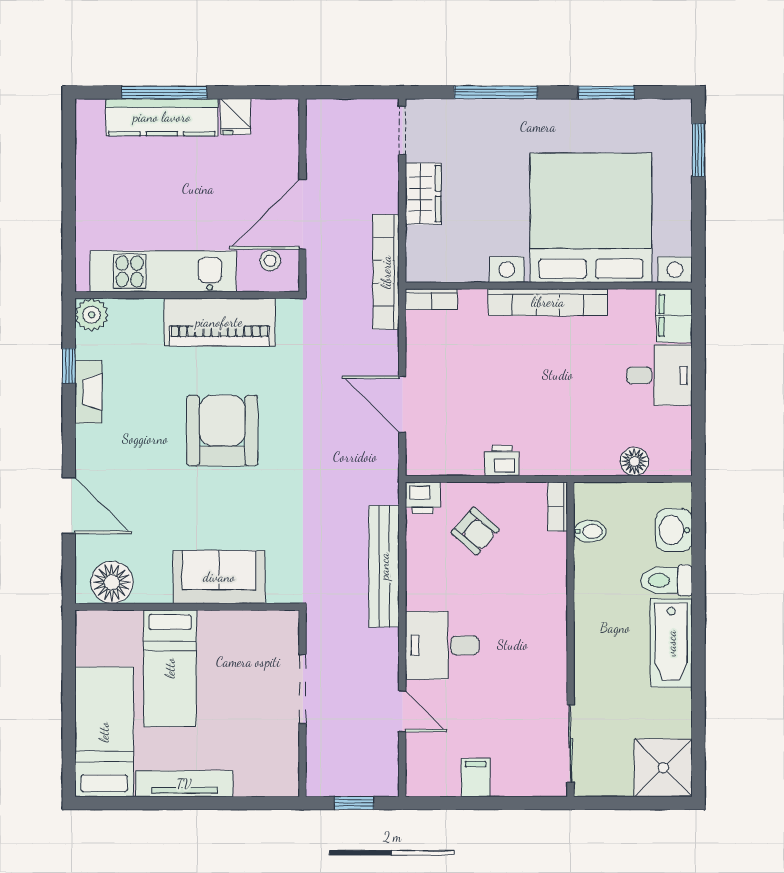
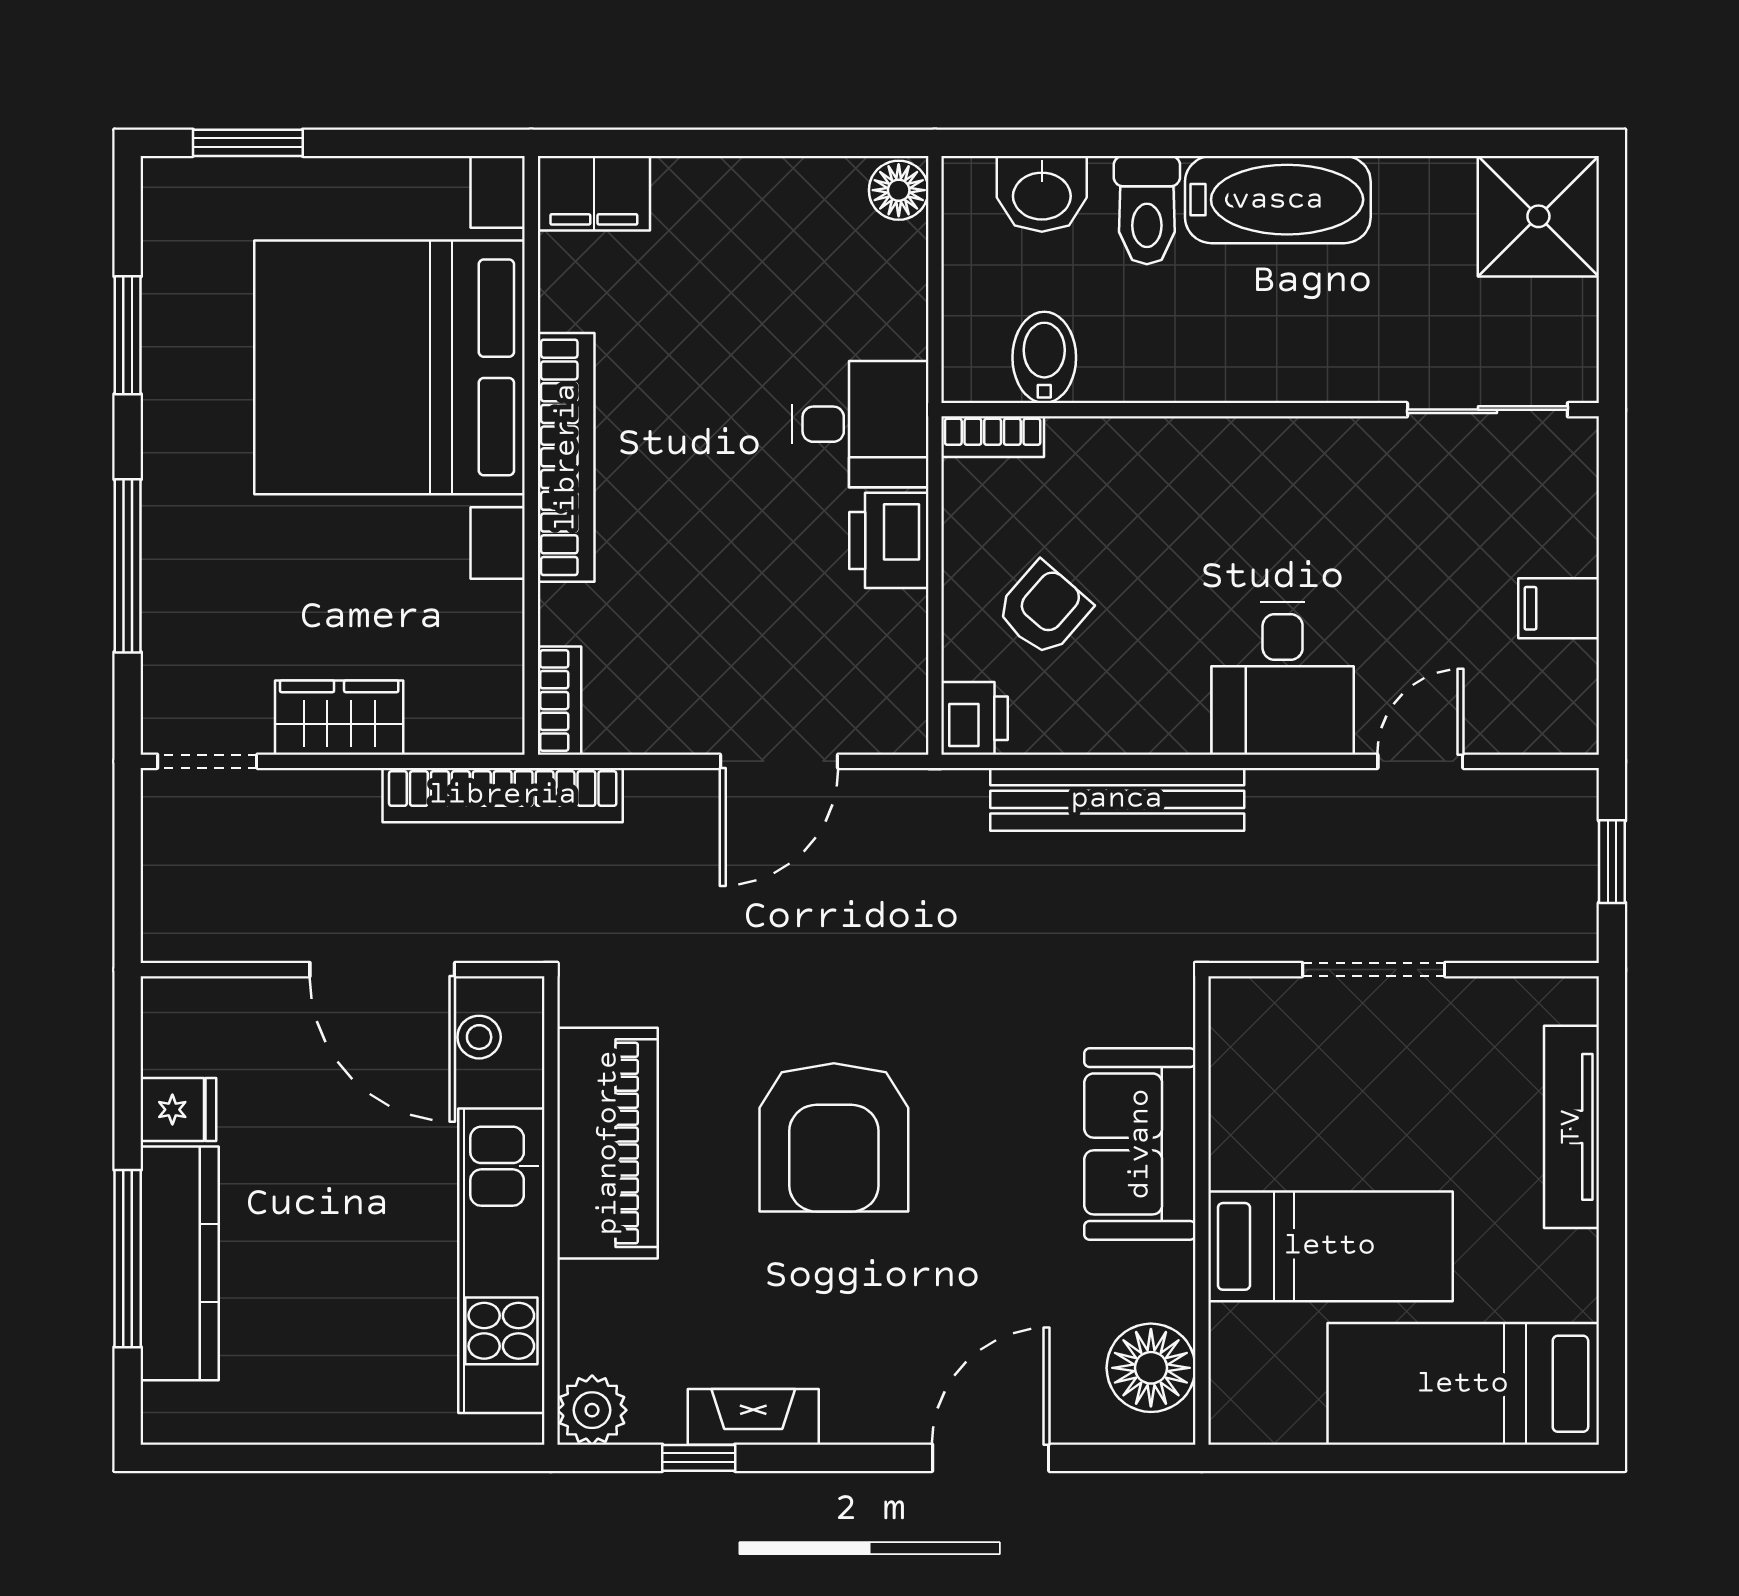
desk: (659, 375) -> (860, 424), moved, turned 90
armchair: (222, 431) -> (834, 1137), turned -90
printer: (502, 461) -> (889, 540), width x1.36, depth x1.24
floor lamp: (634, 462) -> (899, 190), moved
bidet: (590, 531) -> (1044, 357), width x1.38, depth x1.36
tv unit: (184, 784) -> (1571, 1127), moved

